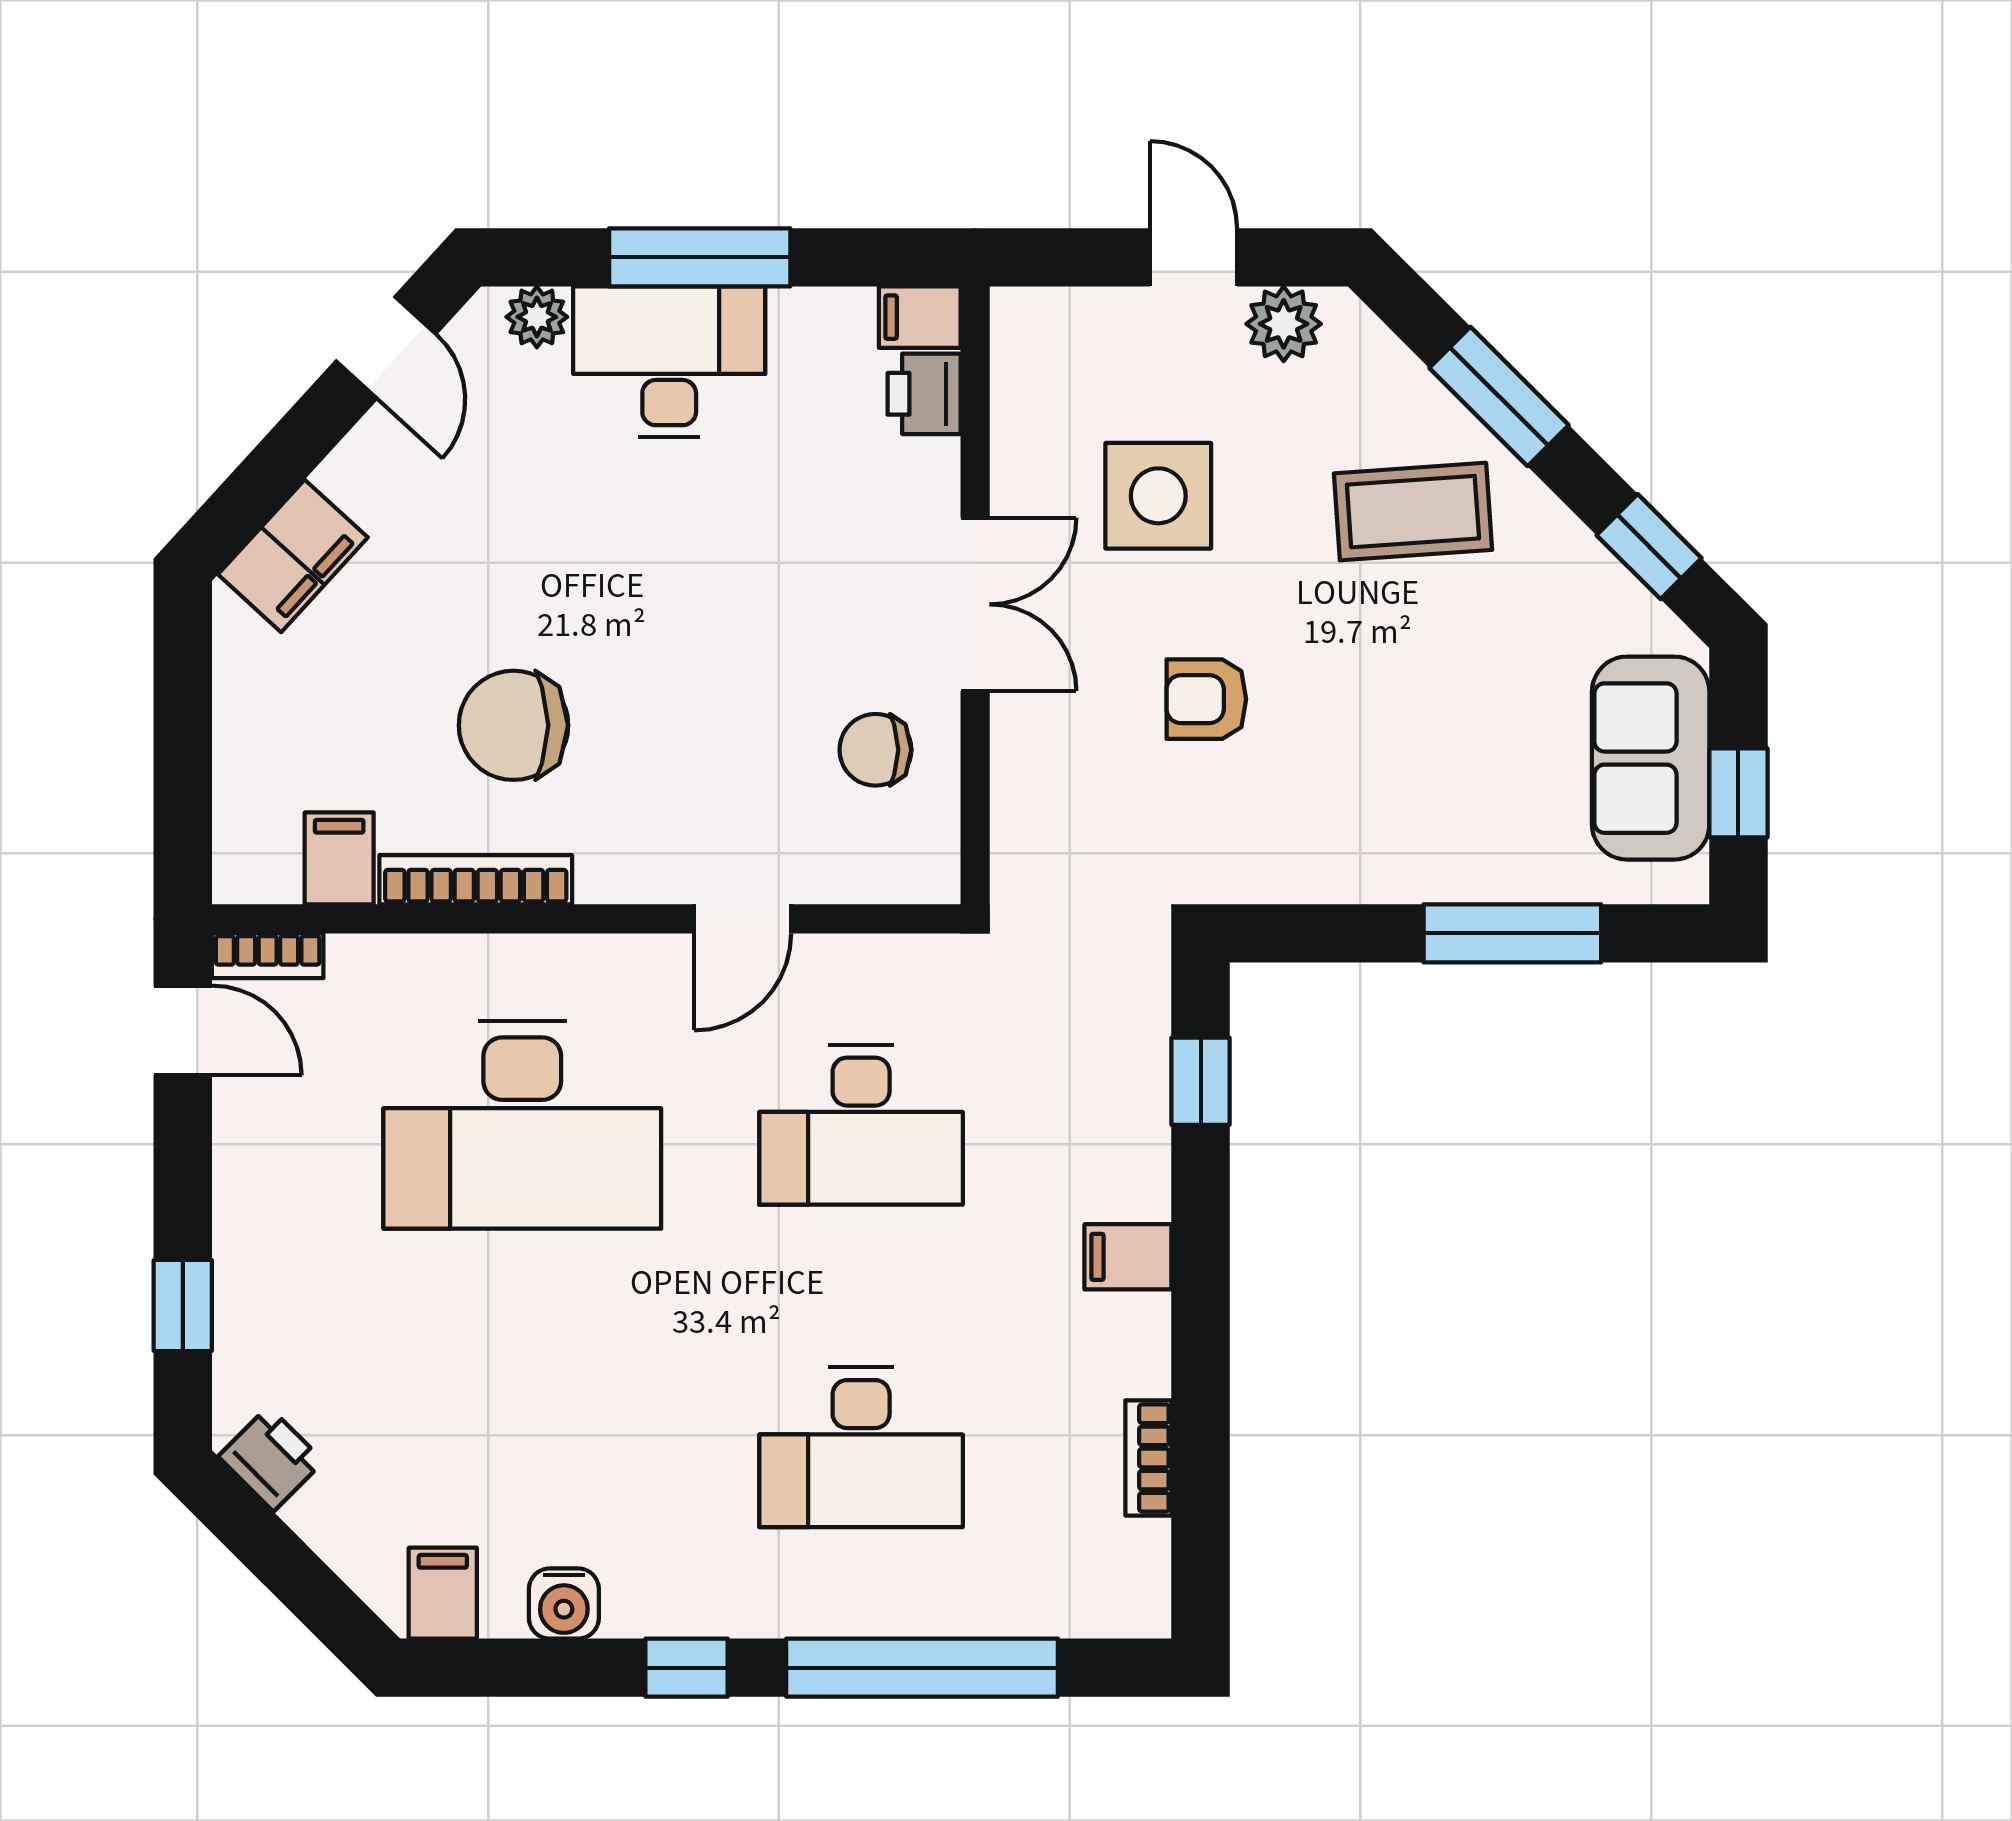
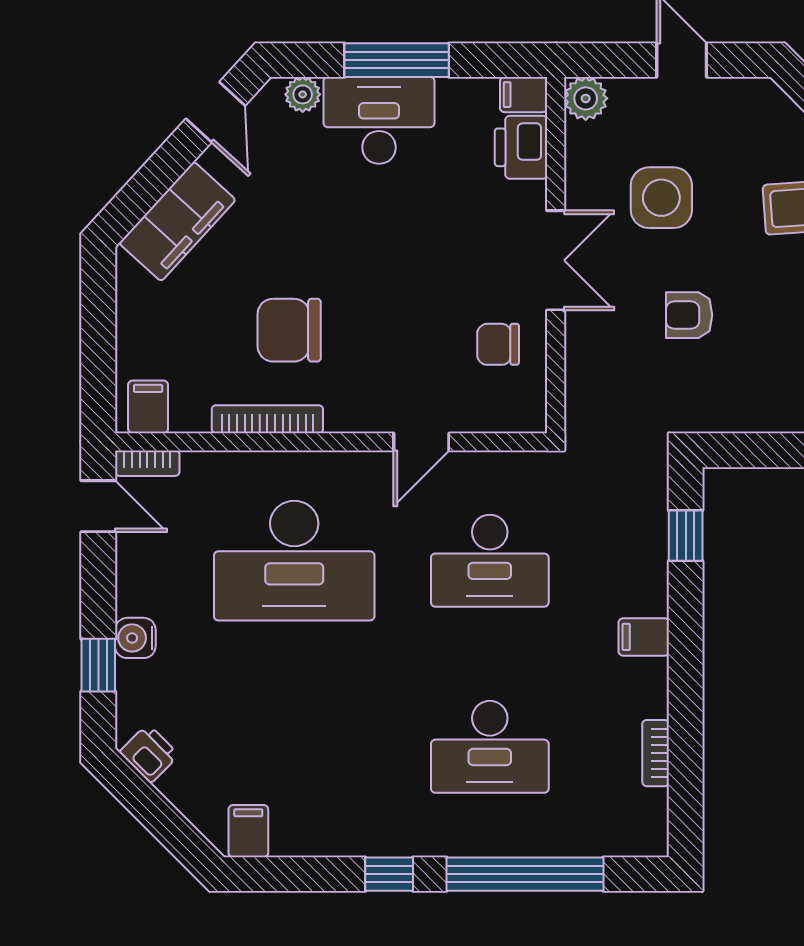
plant: (1284, 324) -> (586, 98), moved
printer: (924, 394) -> (521, 147), width x1.36, depth x1.24
filing cabinet: (293, 556) -> (177, 221), width x1.50, depth x1.17
filing cabinet: (339, 858) -> (148, 407), moved
water cooler: (564, 1603) -> (135, 638), moved, turned 90

